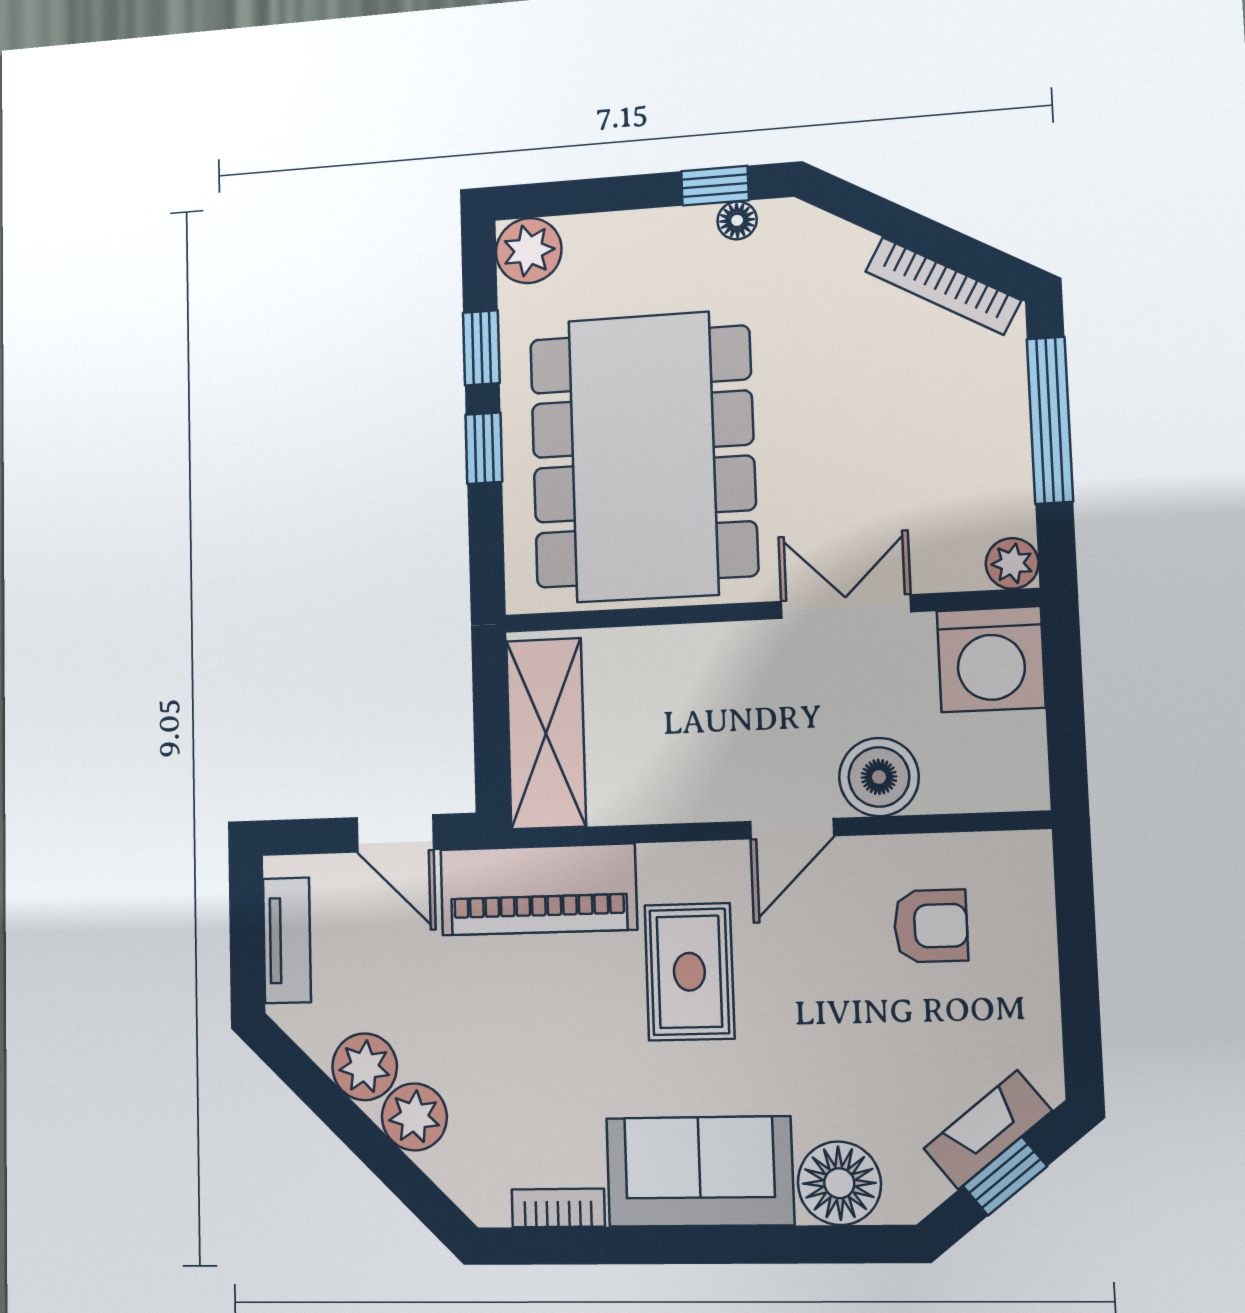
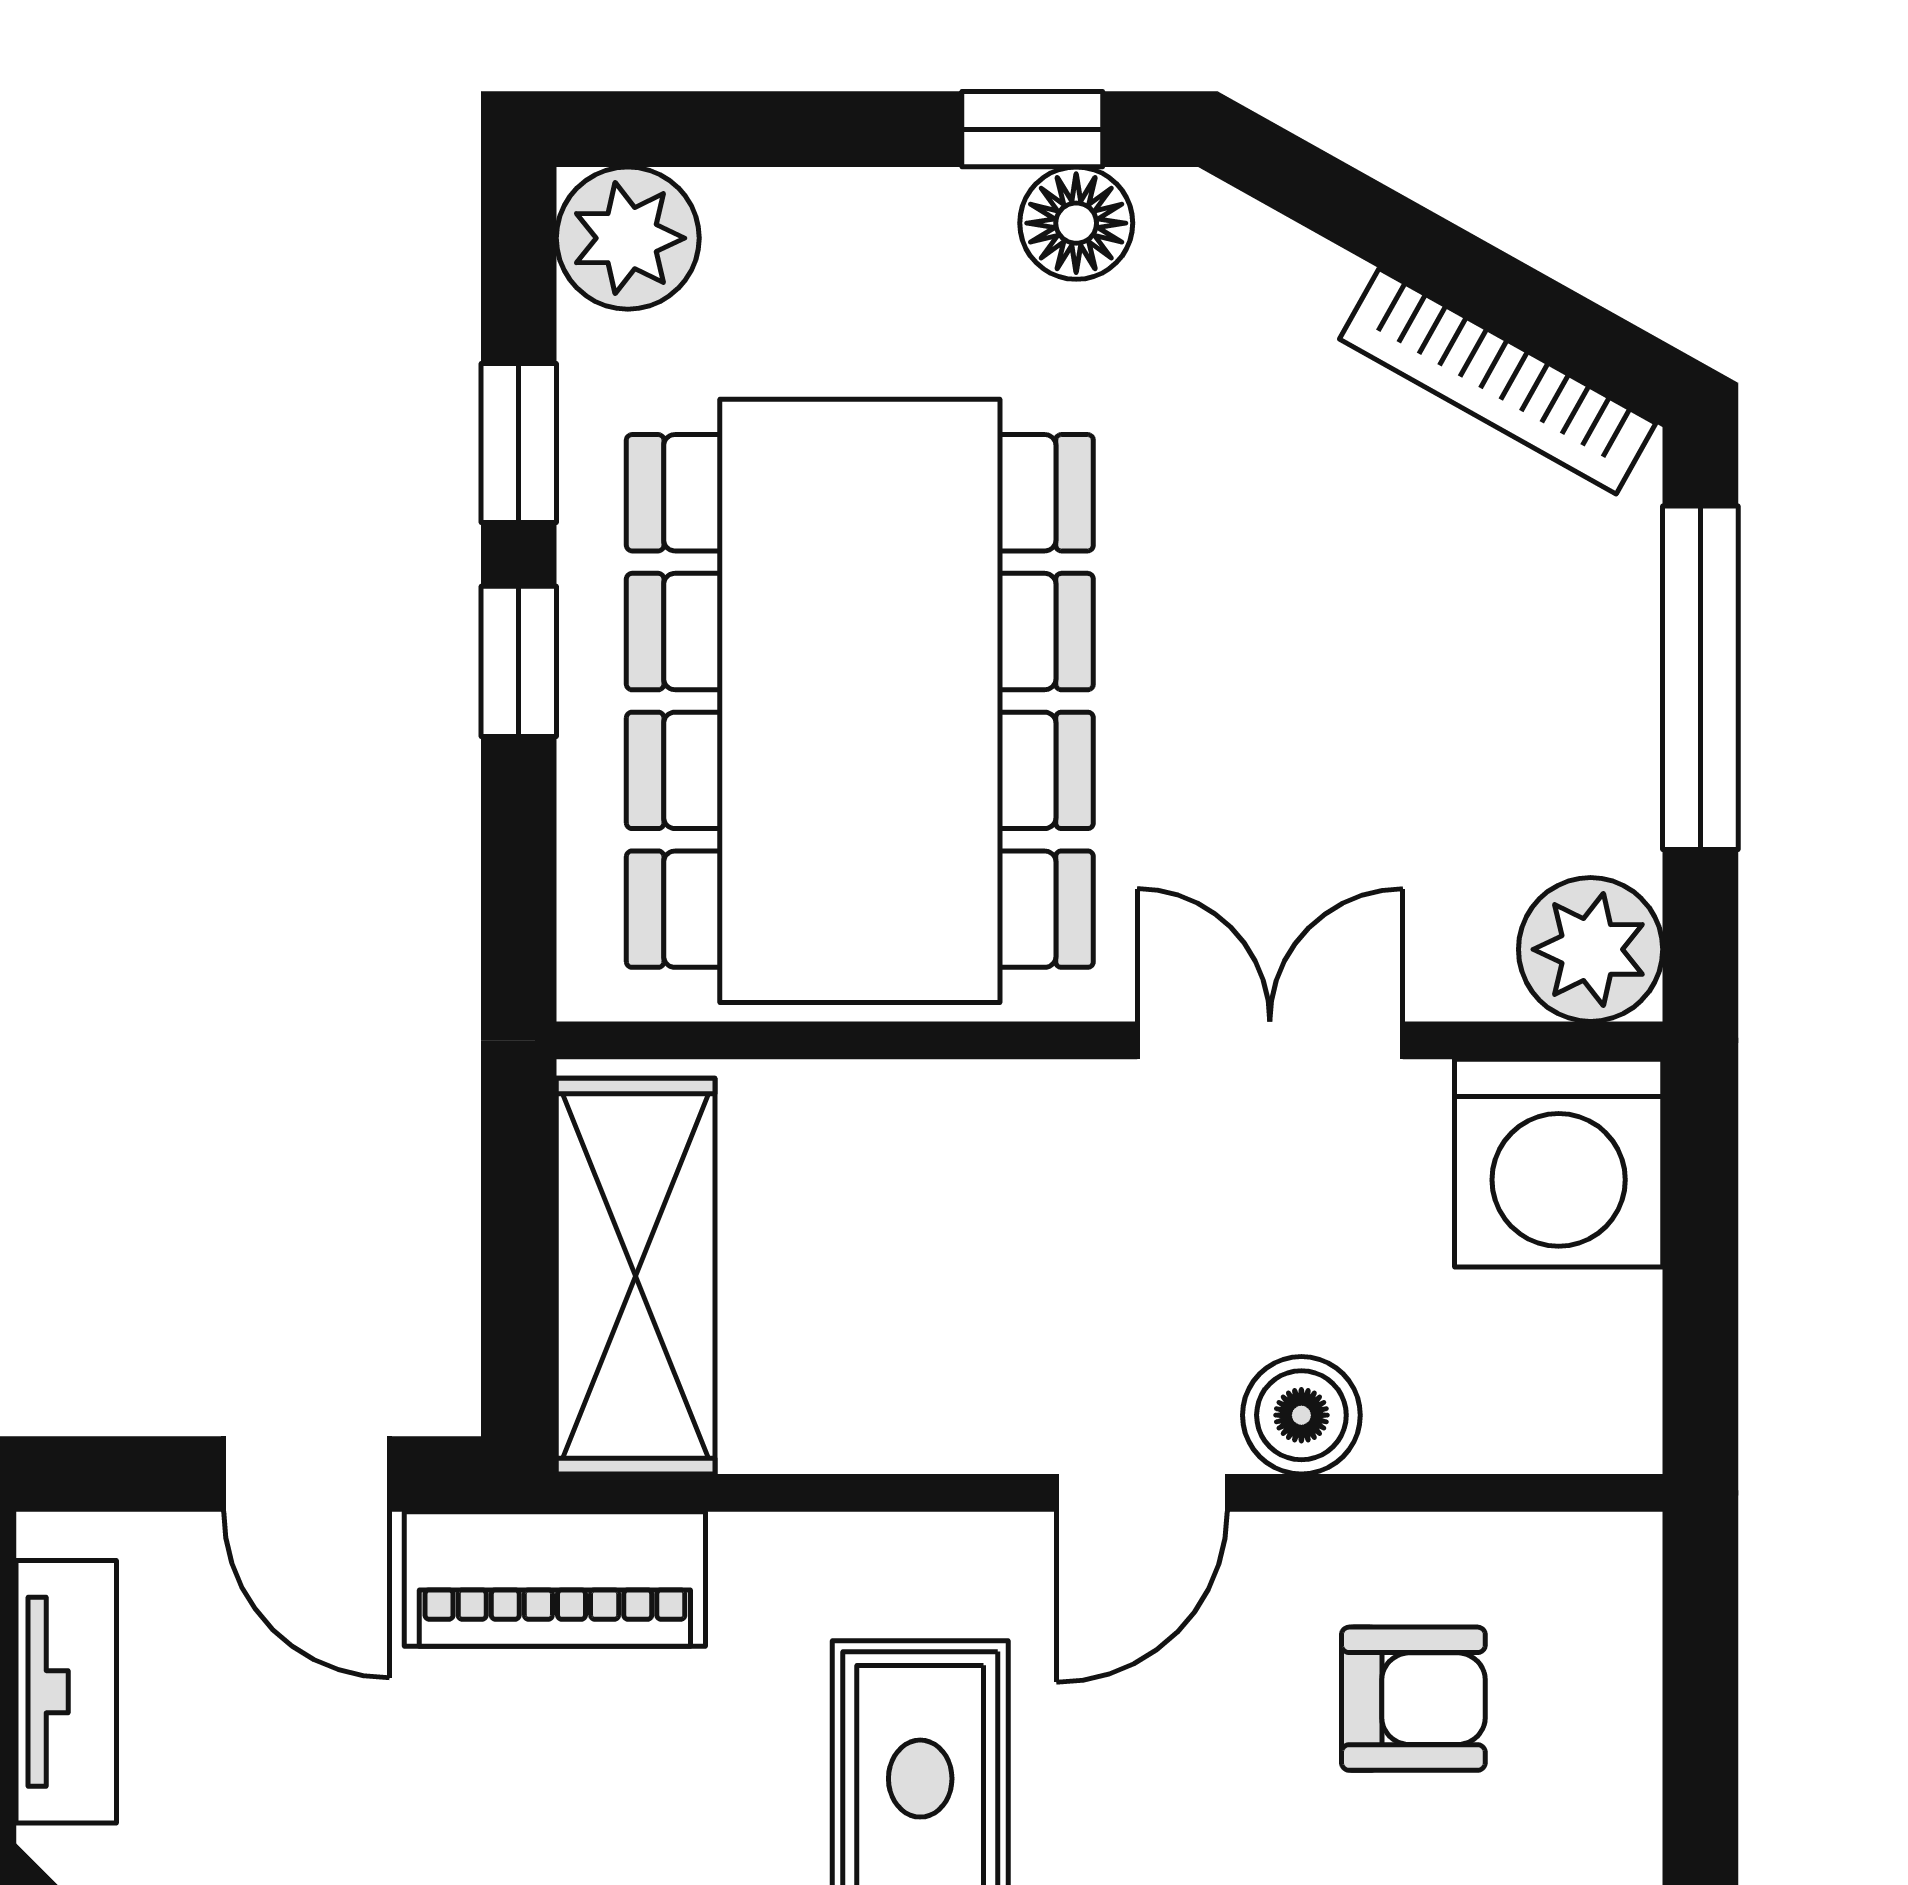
floor lamp: (737, 220) -> (1076, 223), width x1.37, depth x1.37
plant: (1012, 563) -> (1591, 949), width x1.38, depth x1.38
boiler: (879, 777) -> (1301, 1415), width x0.73, depth x0.73
piano: (538, 890) -> (555, 1579), width x0.73, depth x0.75

